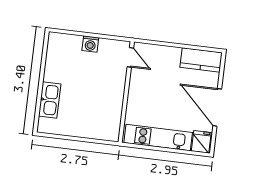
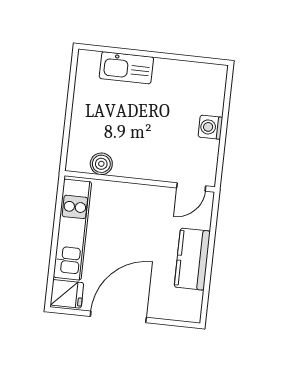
kitchen counter: (201, 60) -> (192, 259), moved
boiler: (114, 118) -> (101, 164), added

